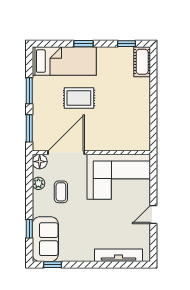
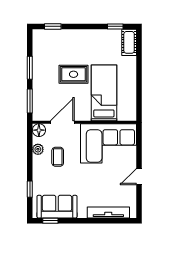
window: (84, 44) -> (53, 26), moved
bed: (64, 61) -> (104, 93), moved, turned -90
door: (66, 153) -> (62, 122), width x0.73
sofa: (45, 239) -> (57, 207), moved, turned -90

